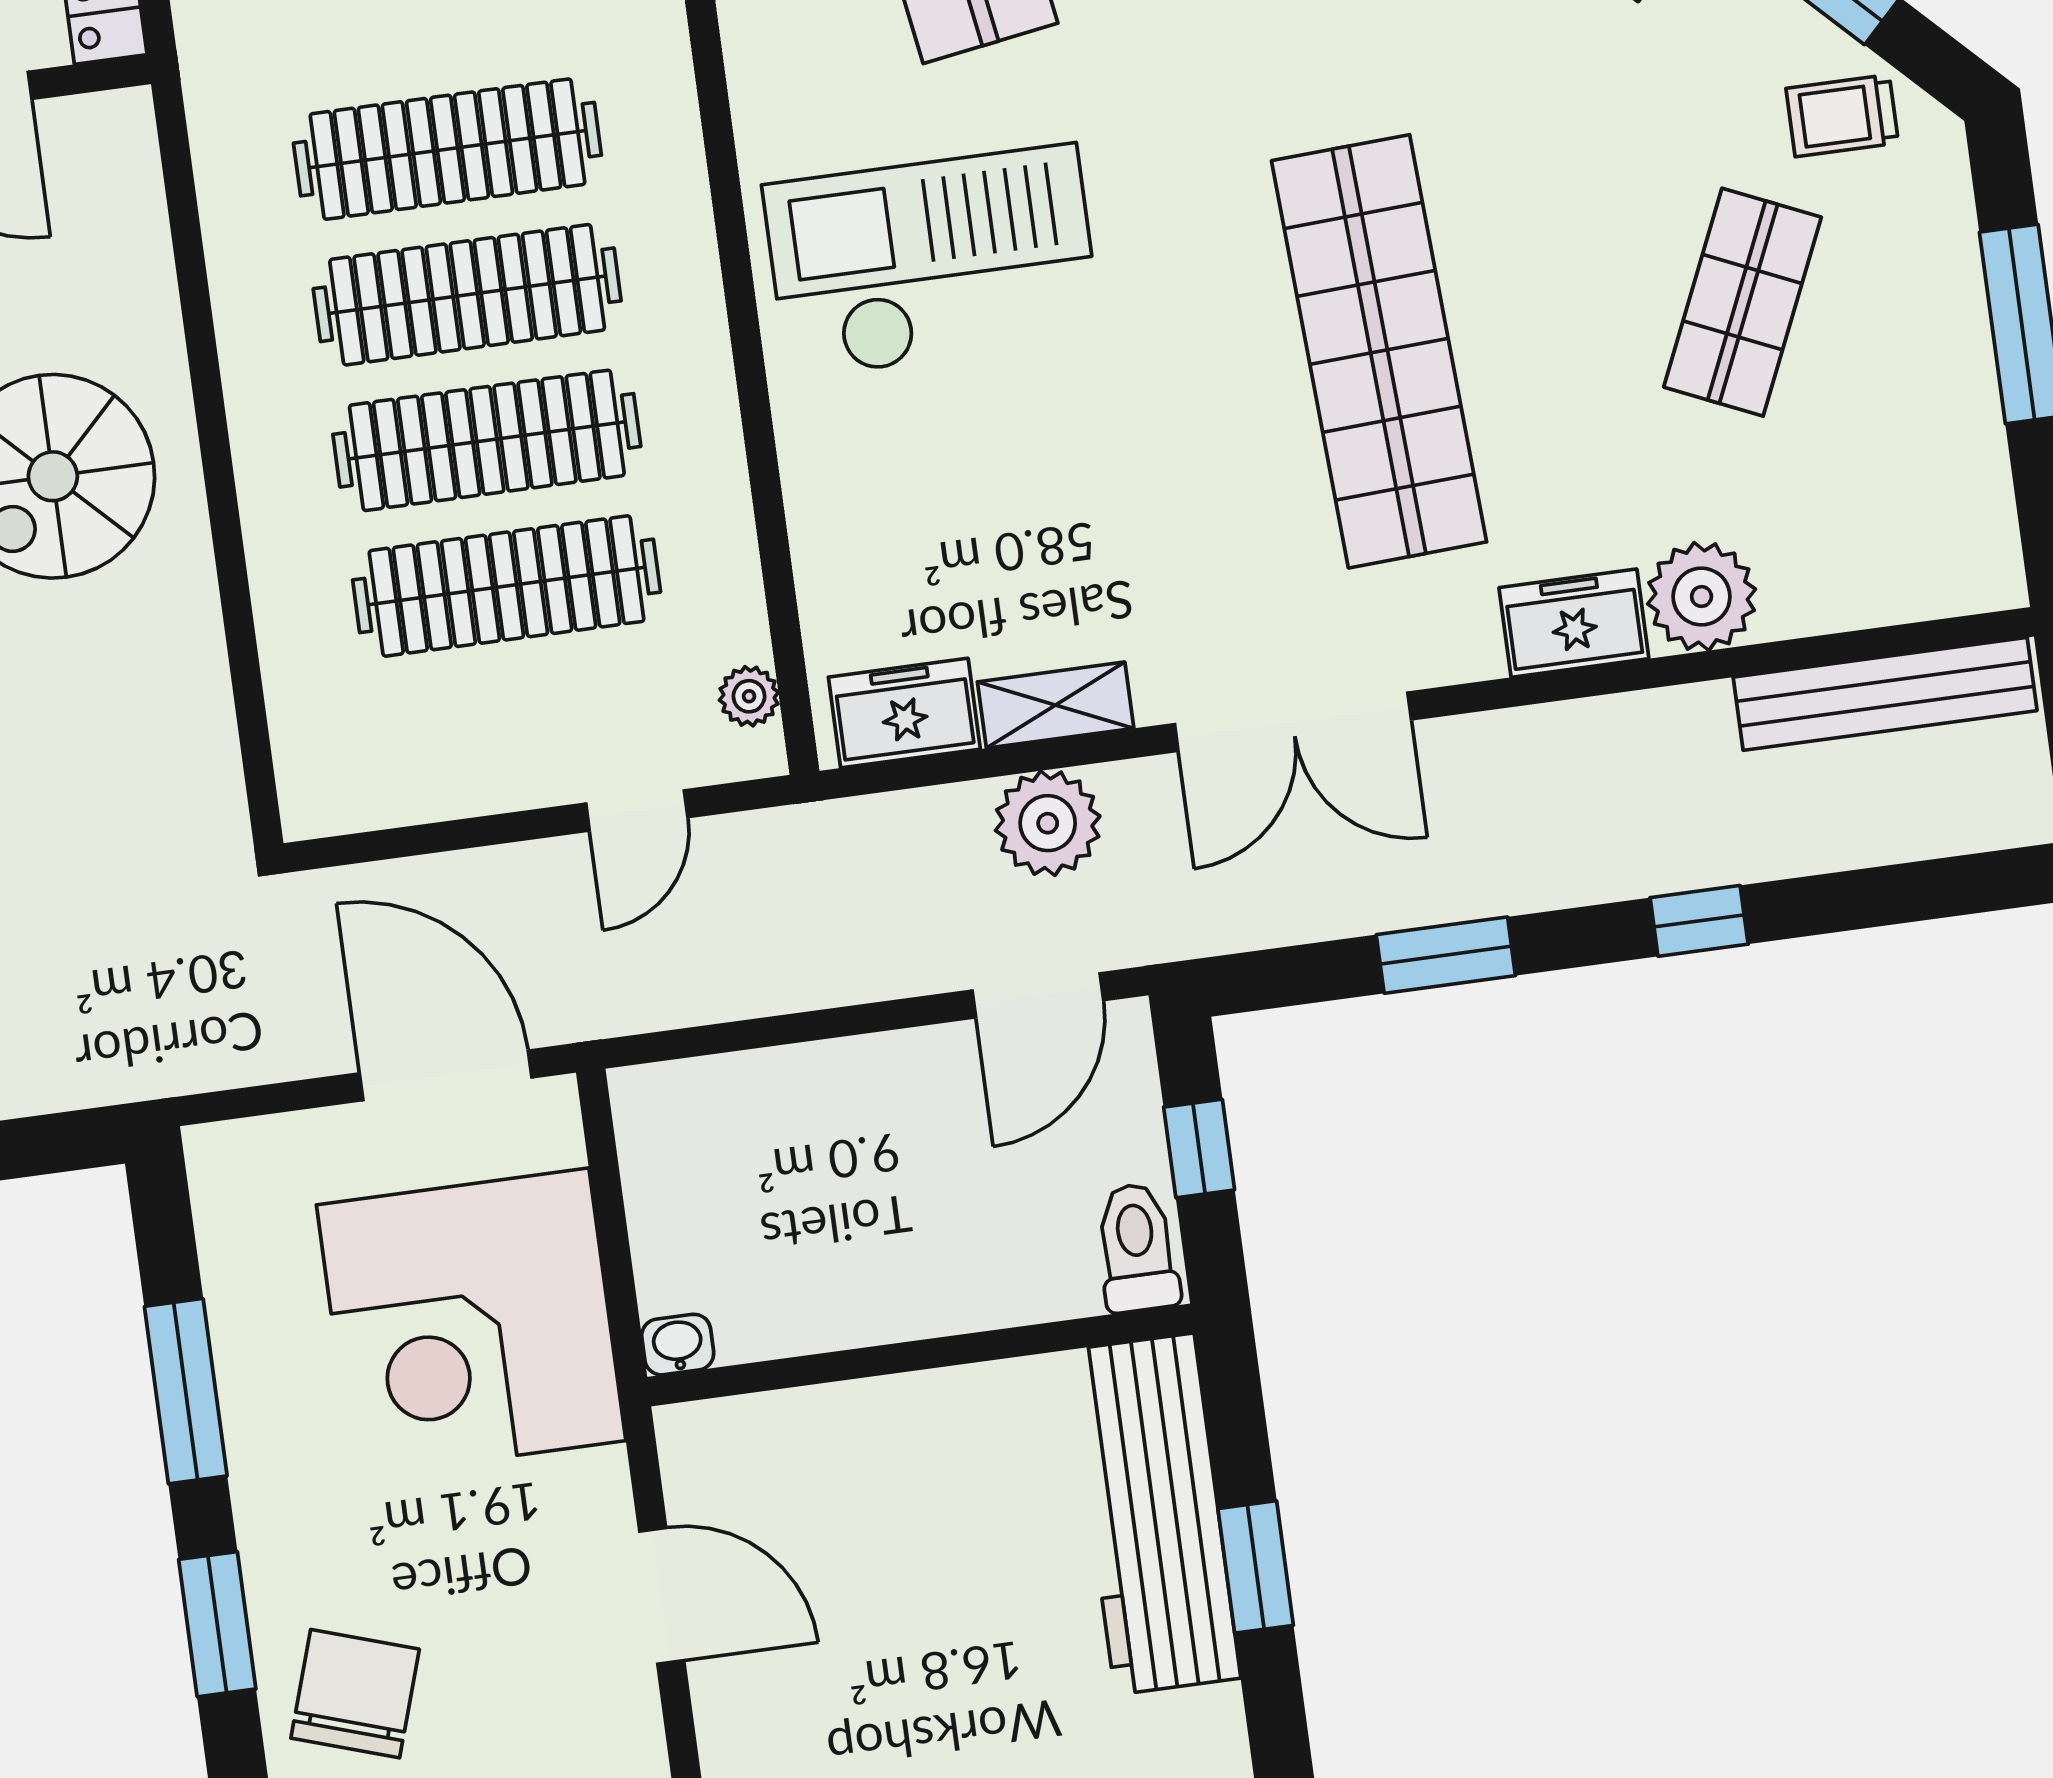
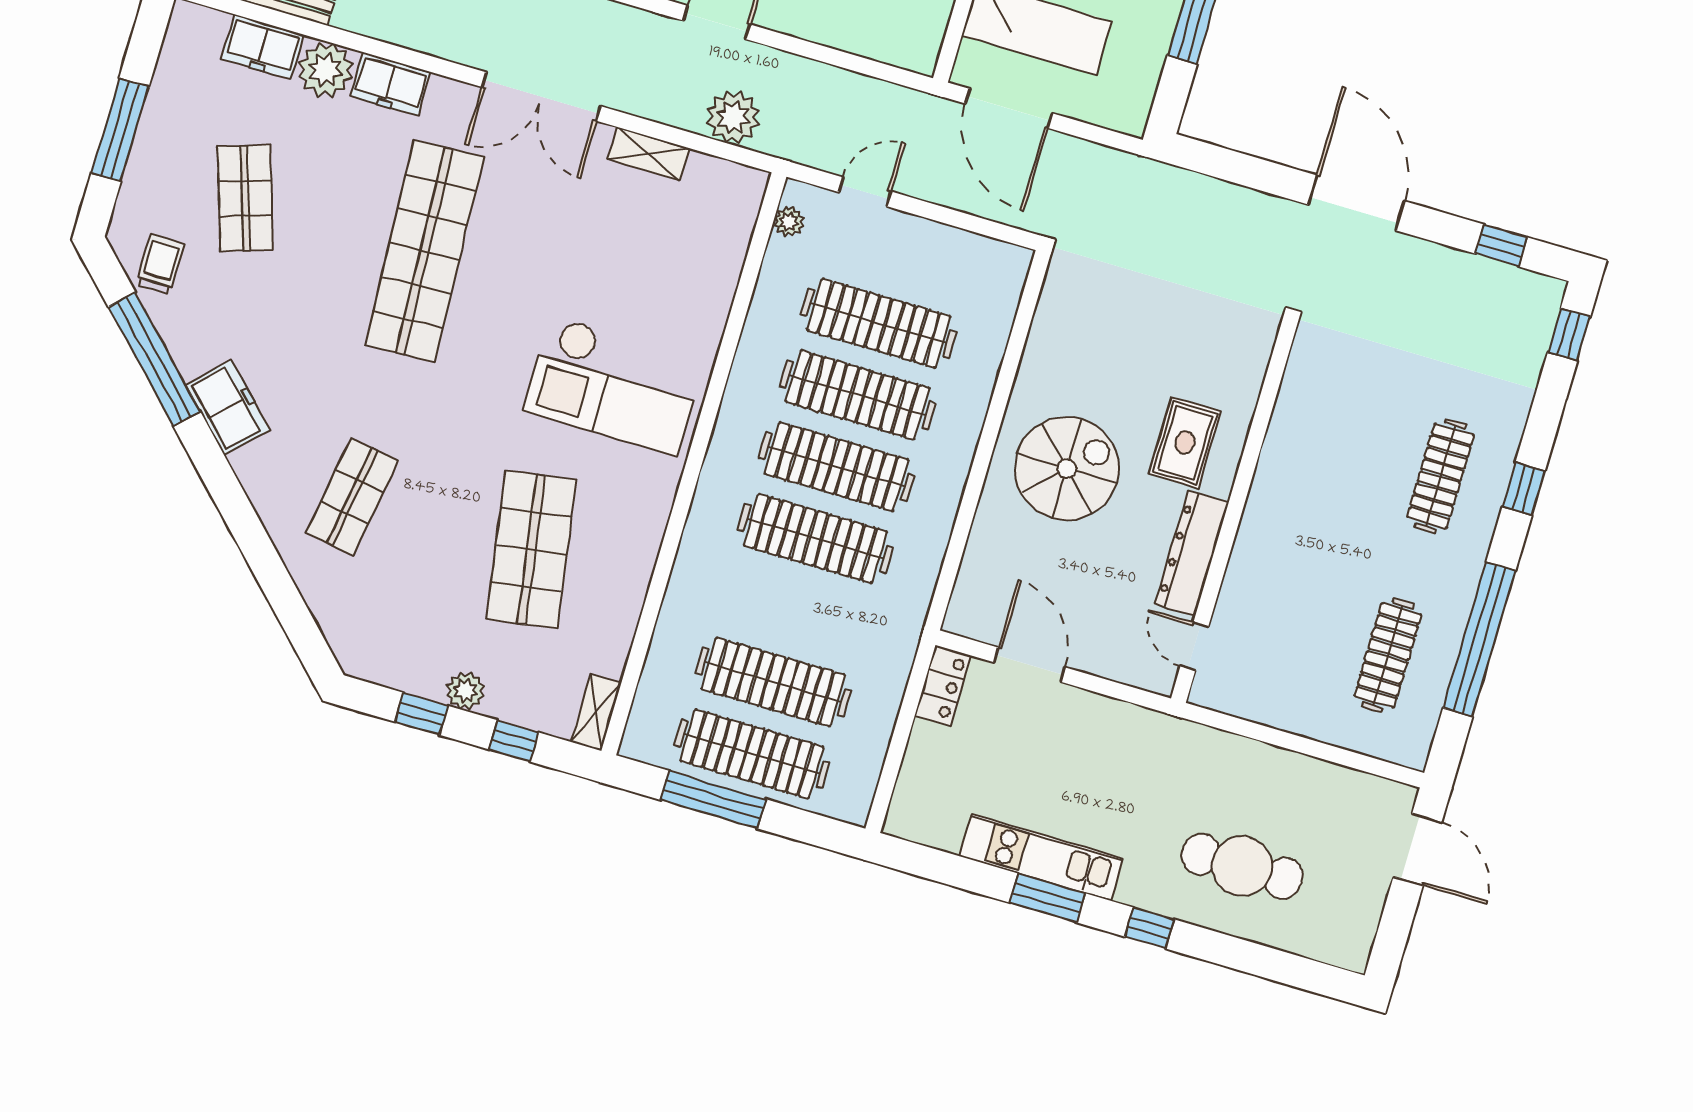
trolley: (1842, 116) -> (160, 264), turned -90
shop shelf: (1743, 302) -> (245, 198), turned -42
freezer: (904, 713) -> (263, 47), moved
double door: (1293, 722) -> (541, 97), swing flipped
plant: (1048, 823) -> (733, 117), moved

